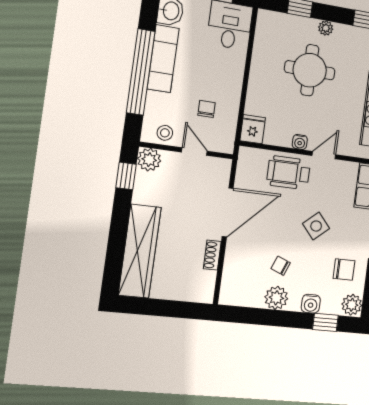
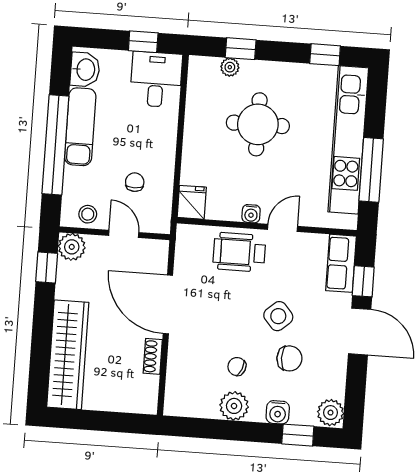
plant: (326, 28) -> (230, 67), moved
door: (228, 212) -> (168, 304), swing flipped
chair: (344, 270) -> (289, 358), moved

